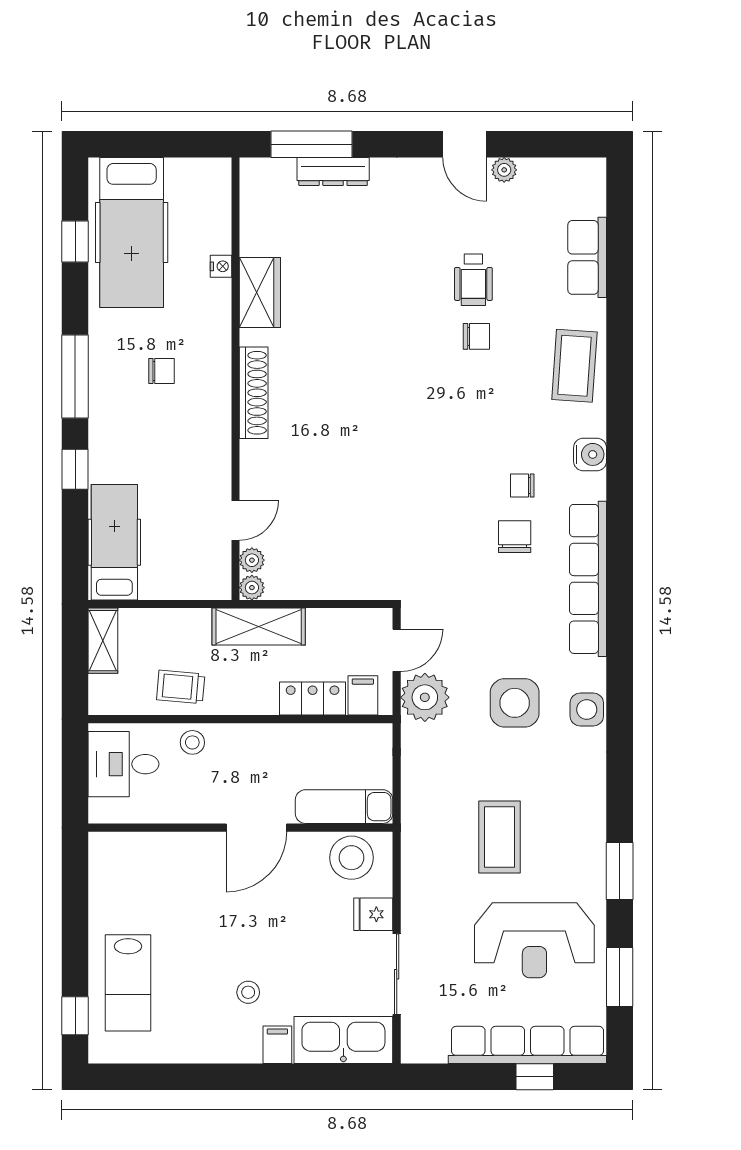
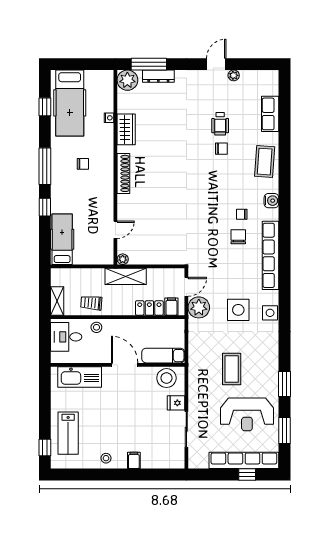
door: (465, 144) -> (216, 64), swing flipped
plant: (252, 560) -> (127, 80), moved, width x1.87, depth x1.87
shelving: (103, 641) -> (57, 301), moved
door: (256, 828) -> (125, 365), swing flipped
stool: (248, 992) -> (106, 458), moved
kitchen sink: (343, 1040) -> (80, 377), moved, turned 180

